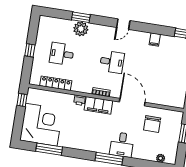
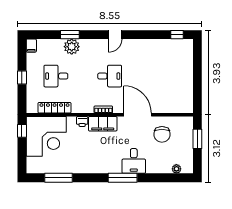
filing cabinet: (155, 40) -> (31, 46), moved
corner desk: (41, 125) -> (46, 136), moved, turned 90

